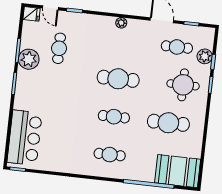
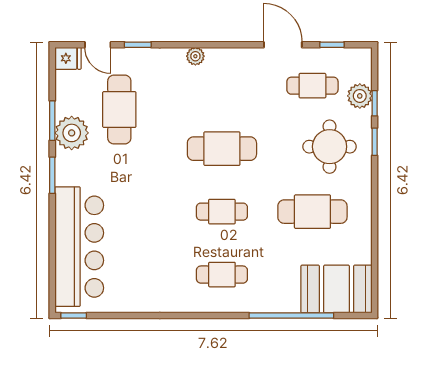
plant: (121, 23) -> (195, 56), moved
cafe table: (59, 48) -> (119, 110), width x1.37, depth x1.35
bar counter: (25, 138) -> (79, 247), width x1.36

